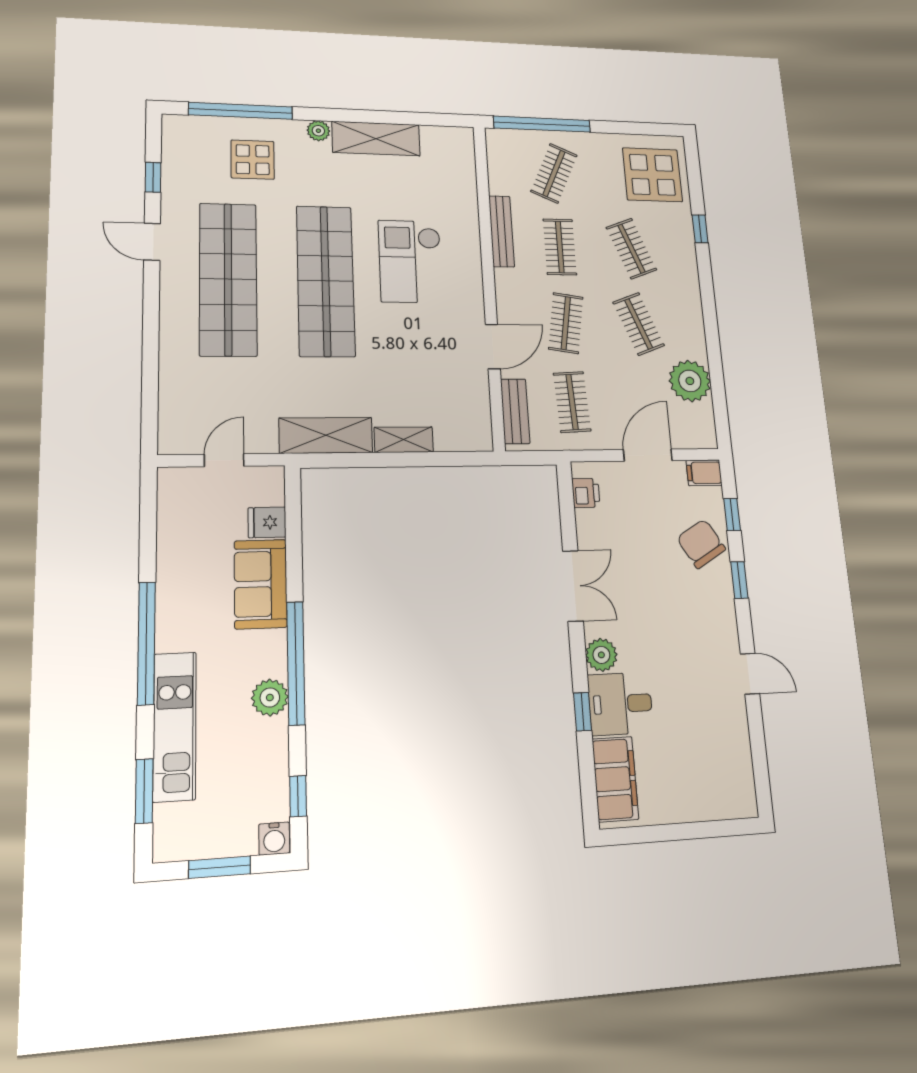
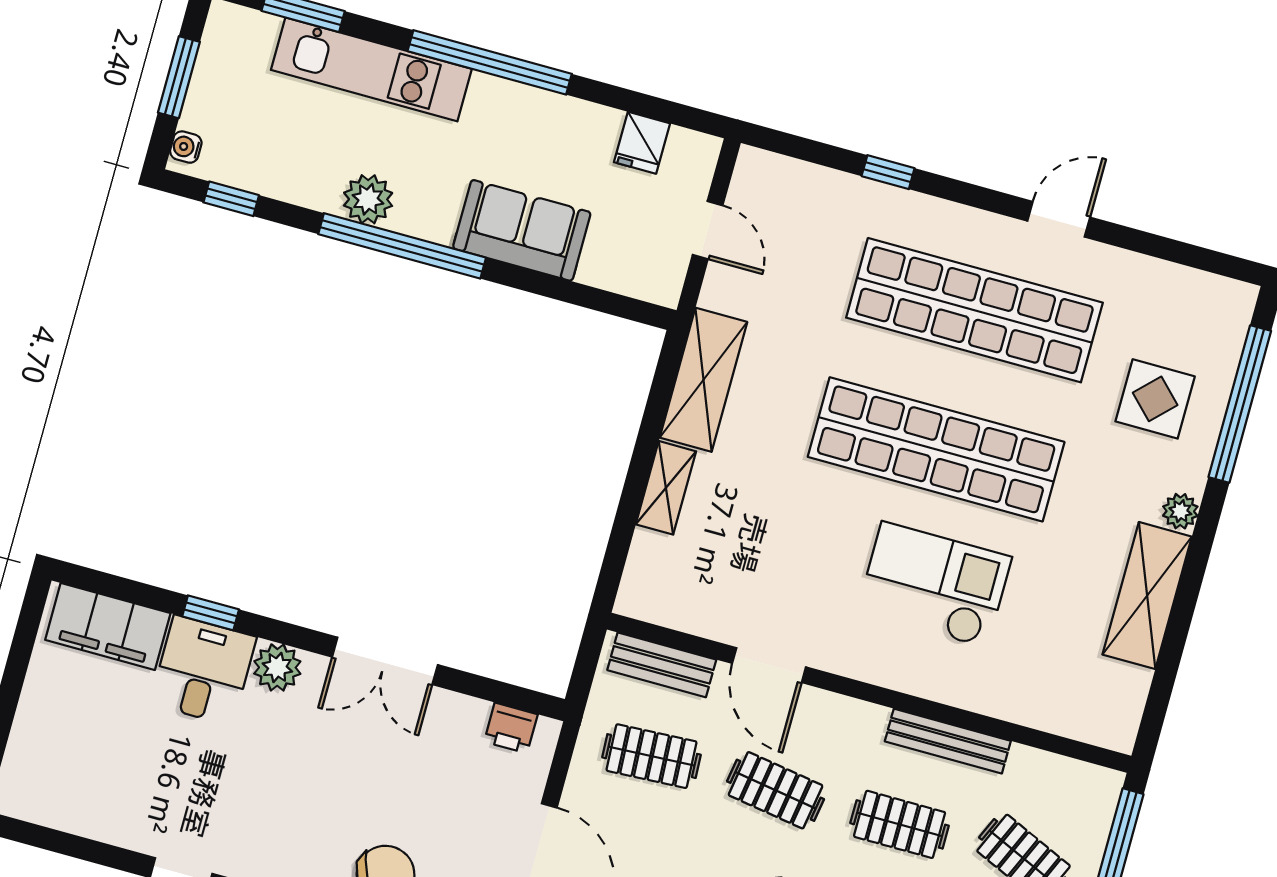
window: (153, 177) -> (888, 172), moved
fridge: (267, 522) -> (642, 143), moved, turned 180
water cooler: (274, 839) -> (186, 147), width x0.72, depth x0.72

